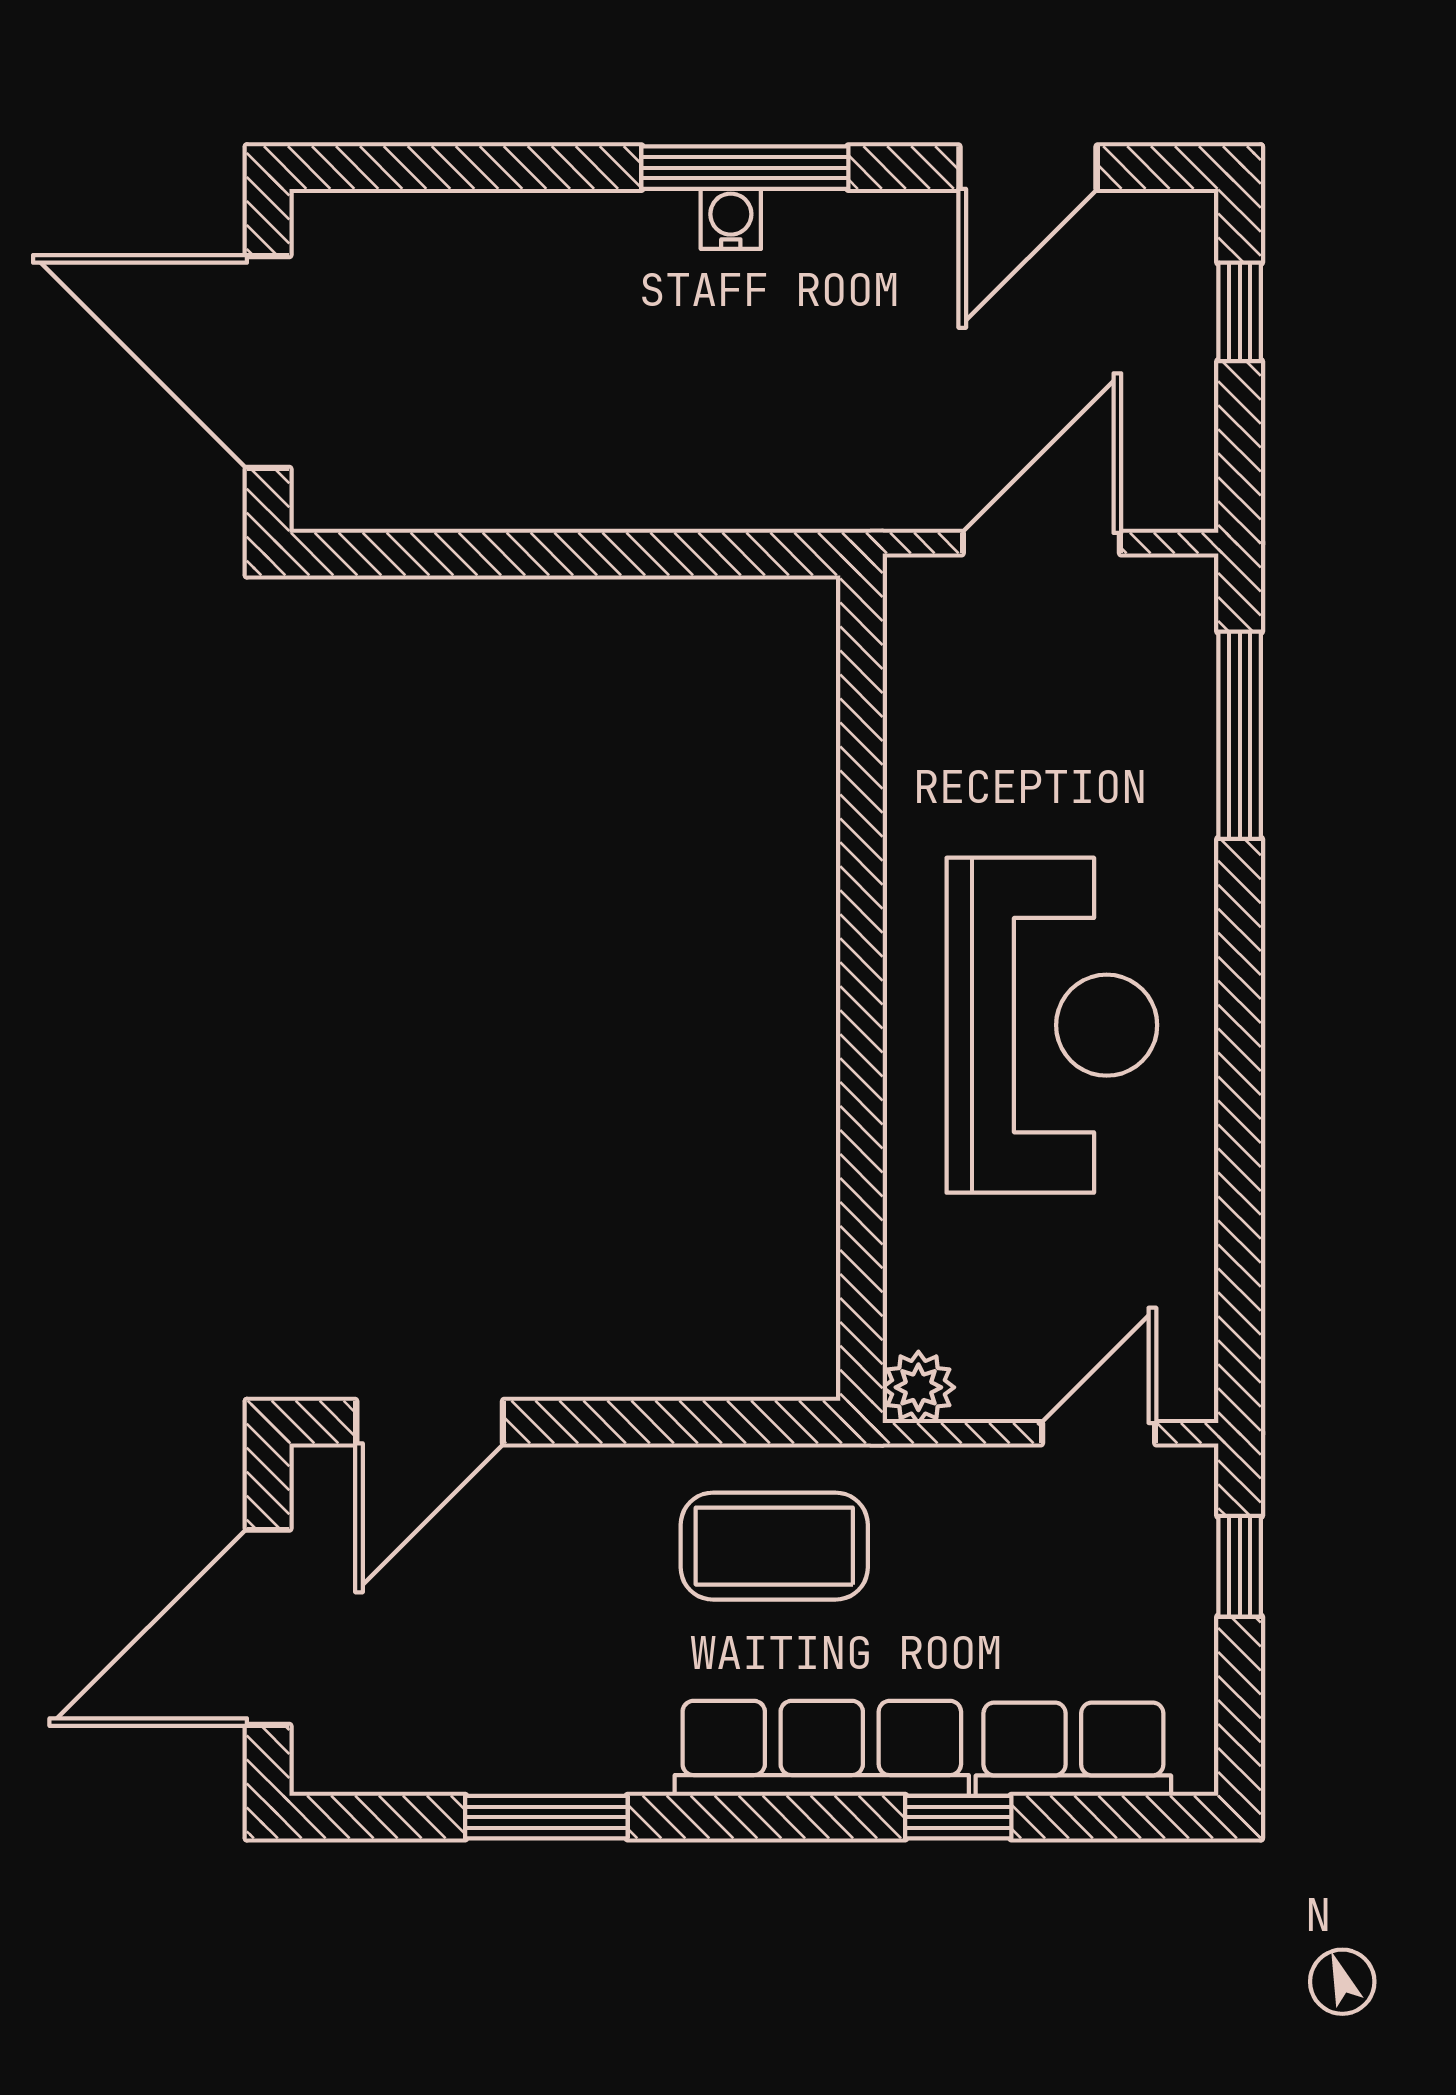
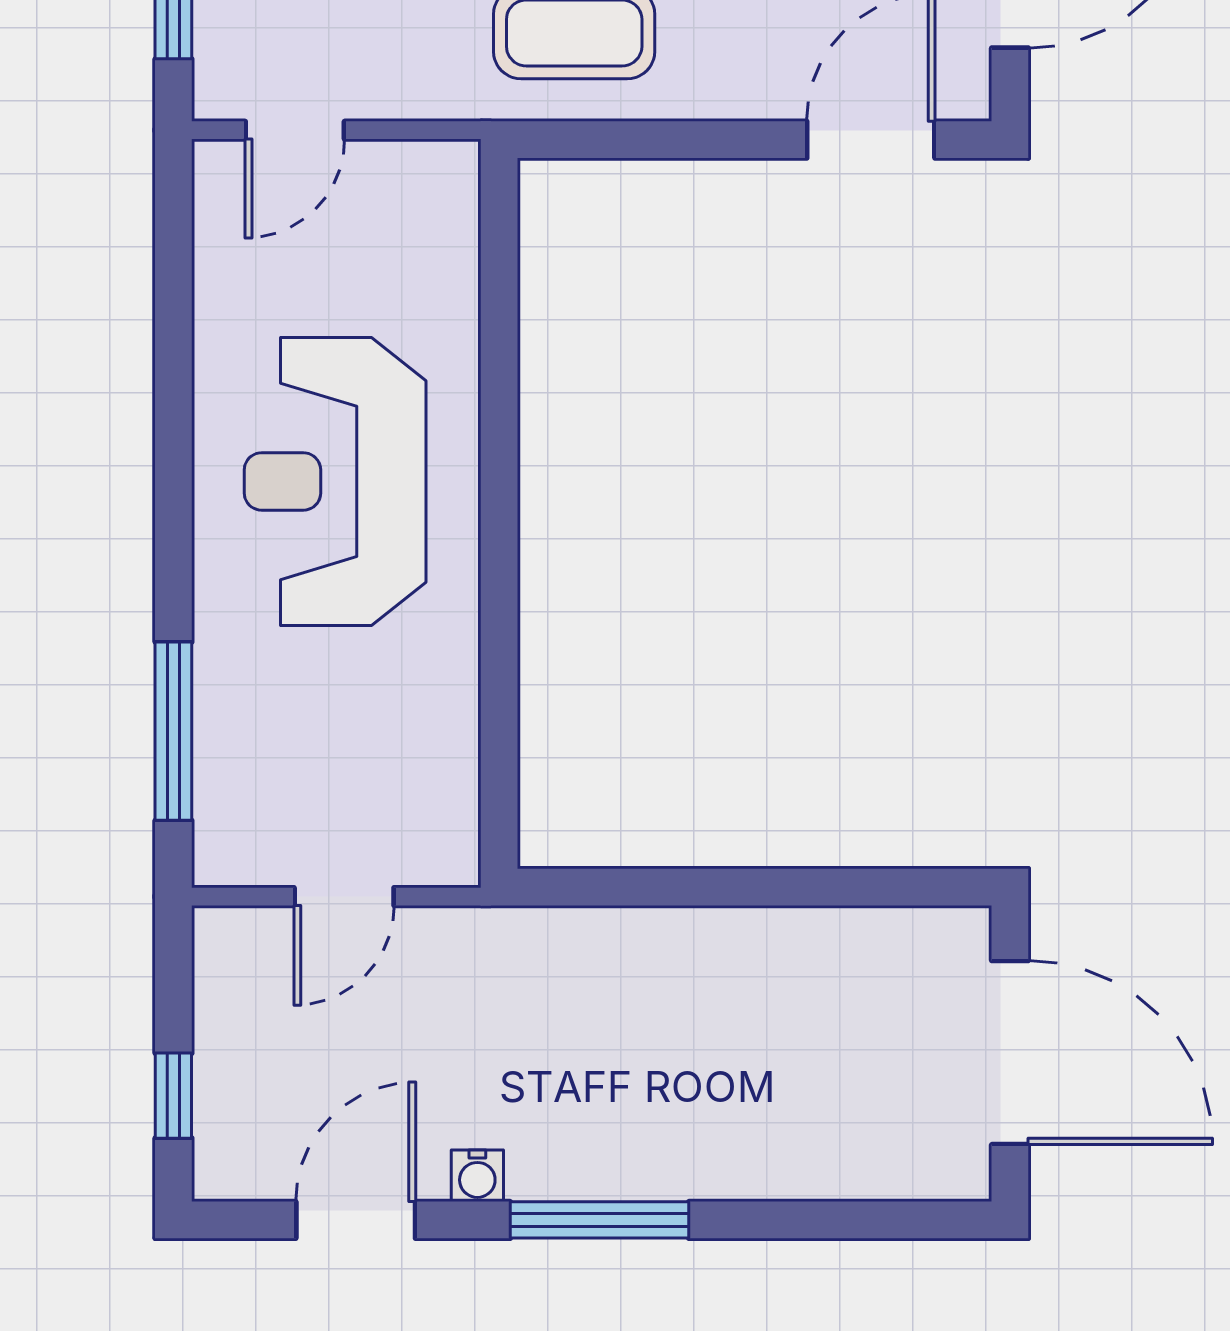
water cooler: (731, 219) -> (477, 1176), moved
door: (1041, 543) -> (344, 897), width x0.73
plant: (918, 1387) -> (450, 170), removed

